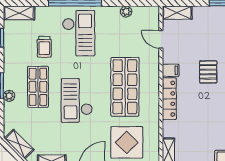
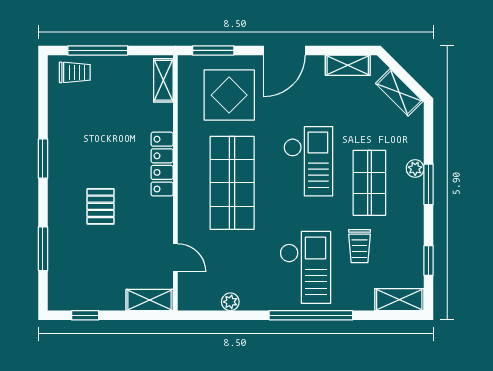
checkout: (79, 33) -> (305, 267), turned 180
trolley: (44, 47) -> (359, 246), turned 180
filing cabinet: (171, 70) -> (160, 209), removed

